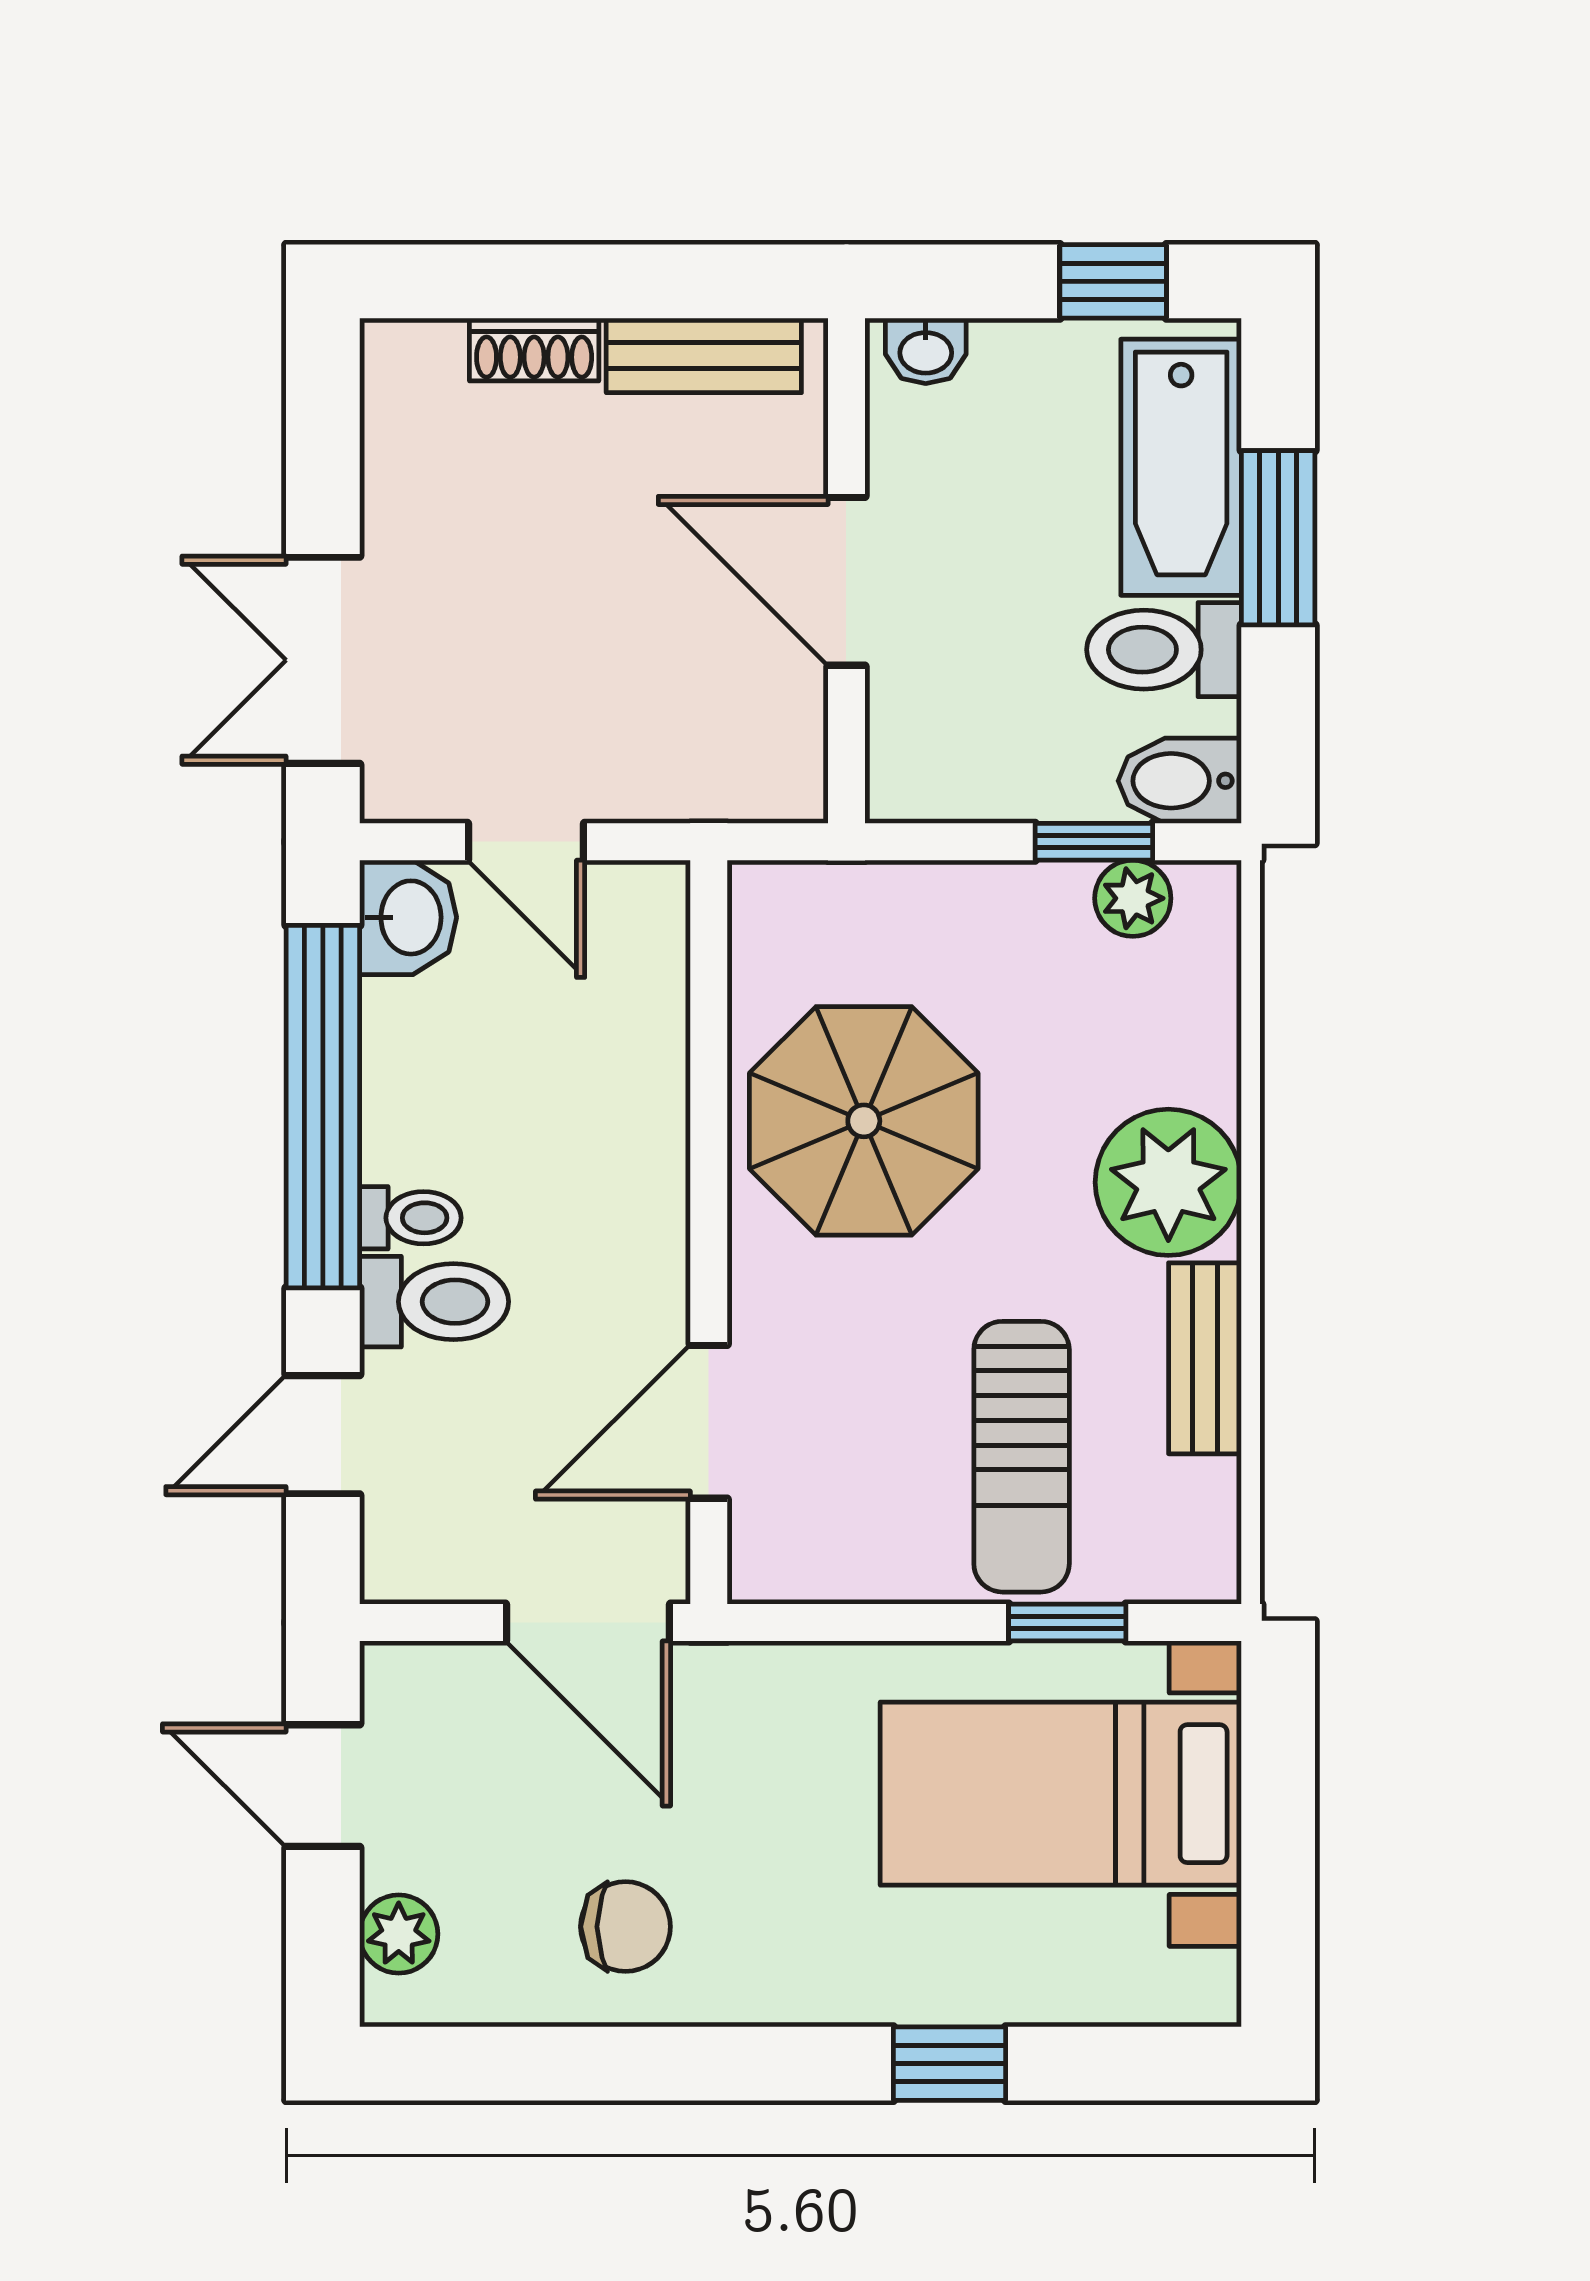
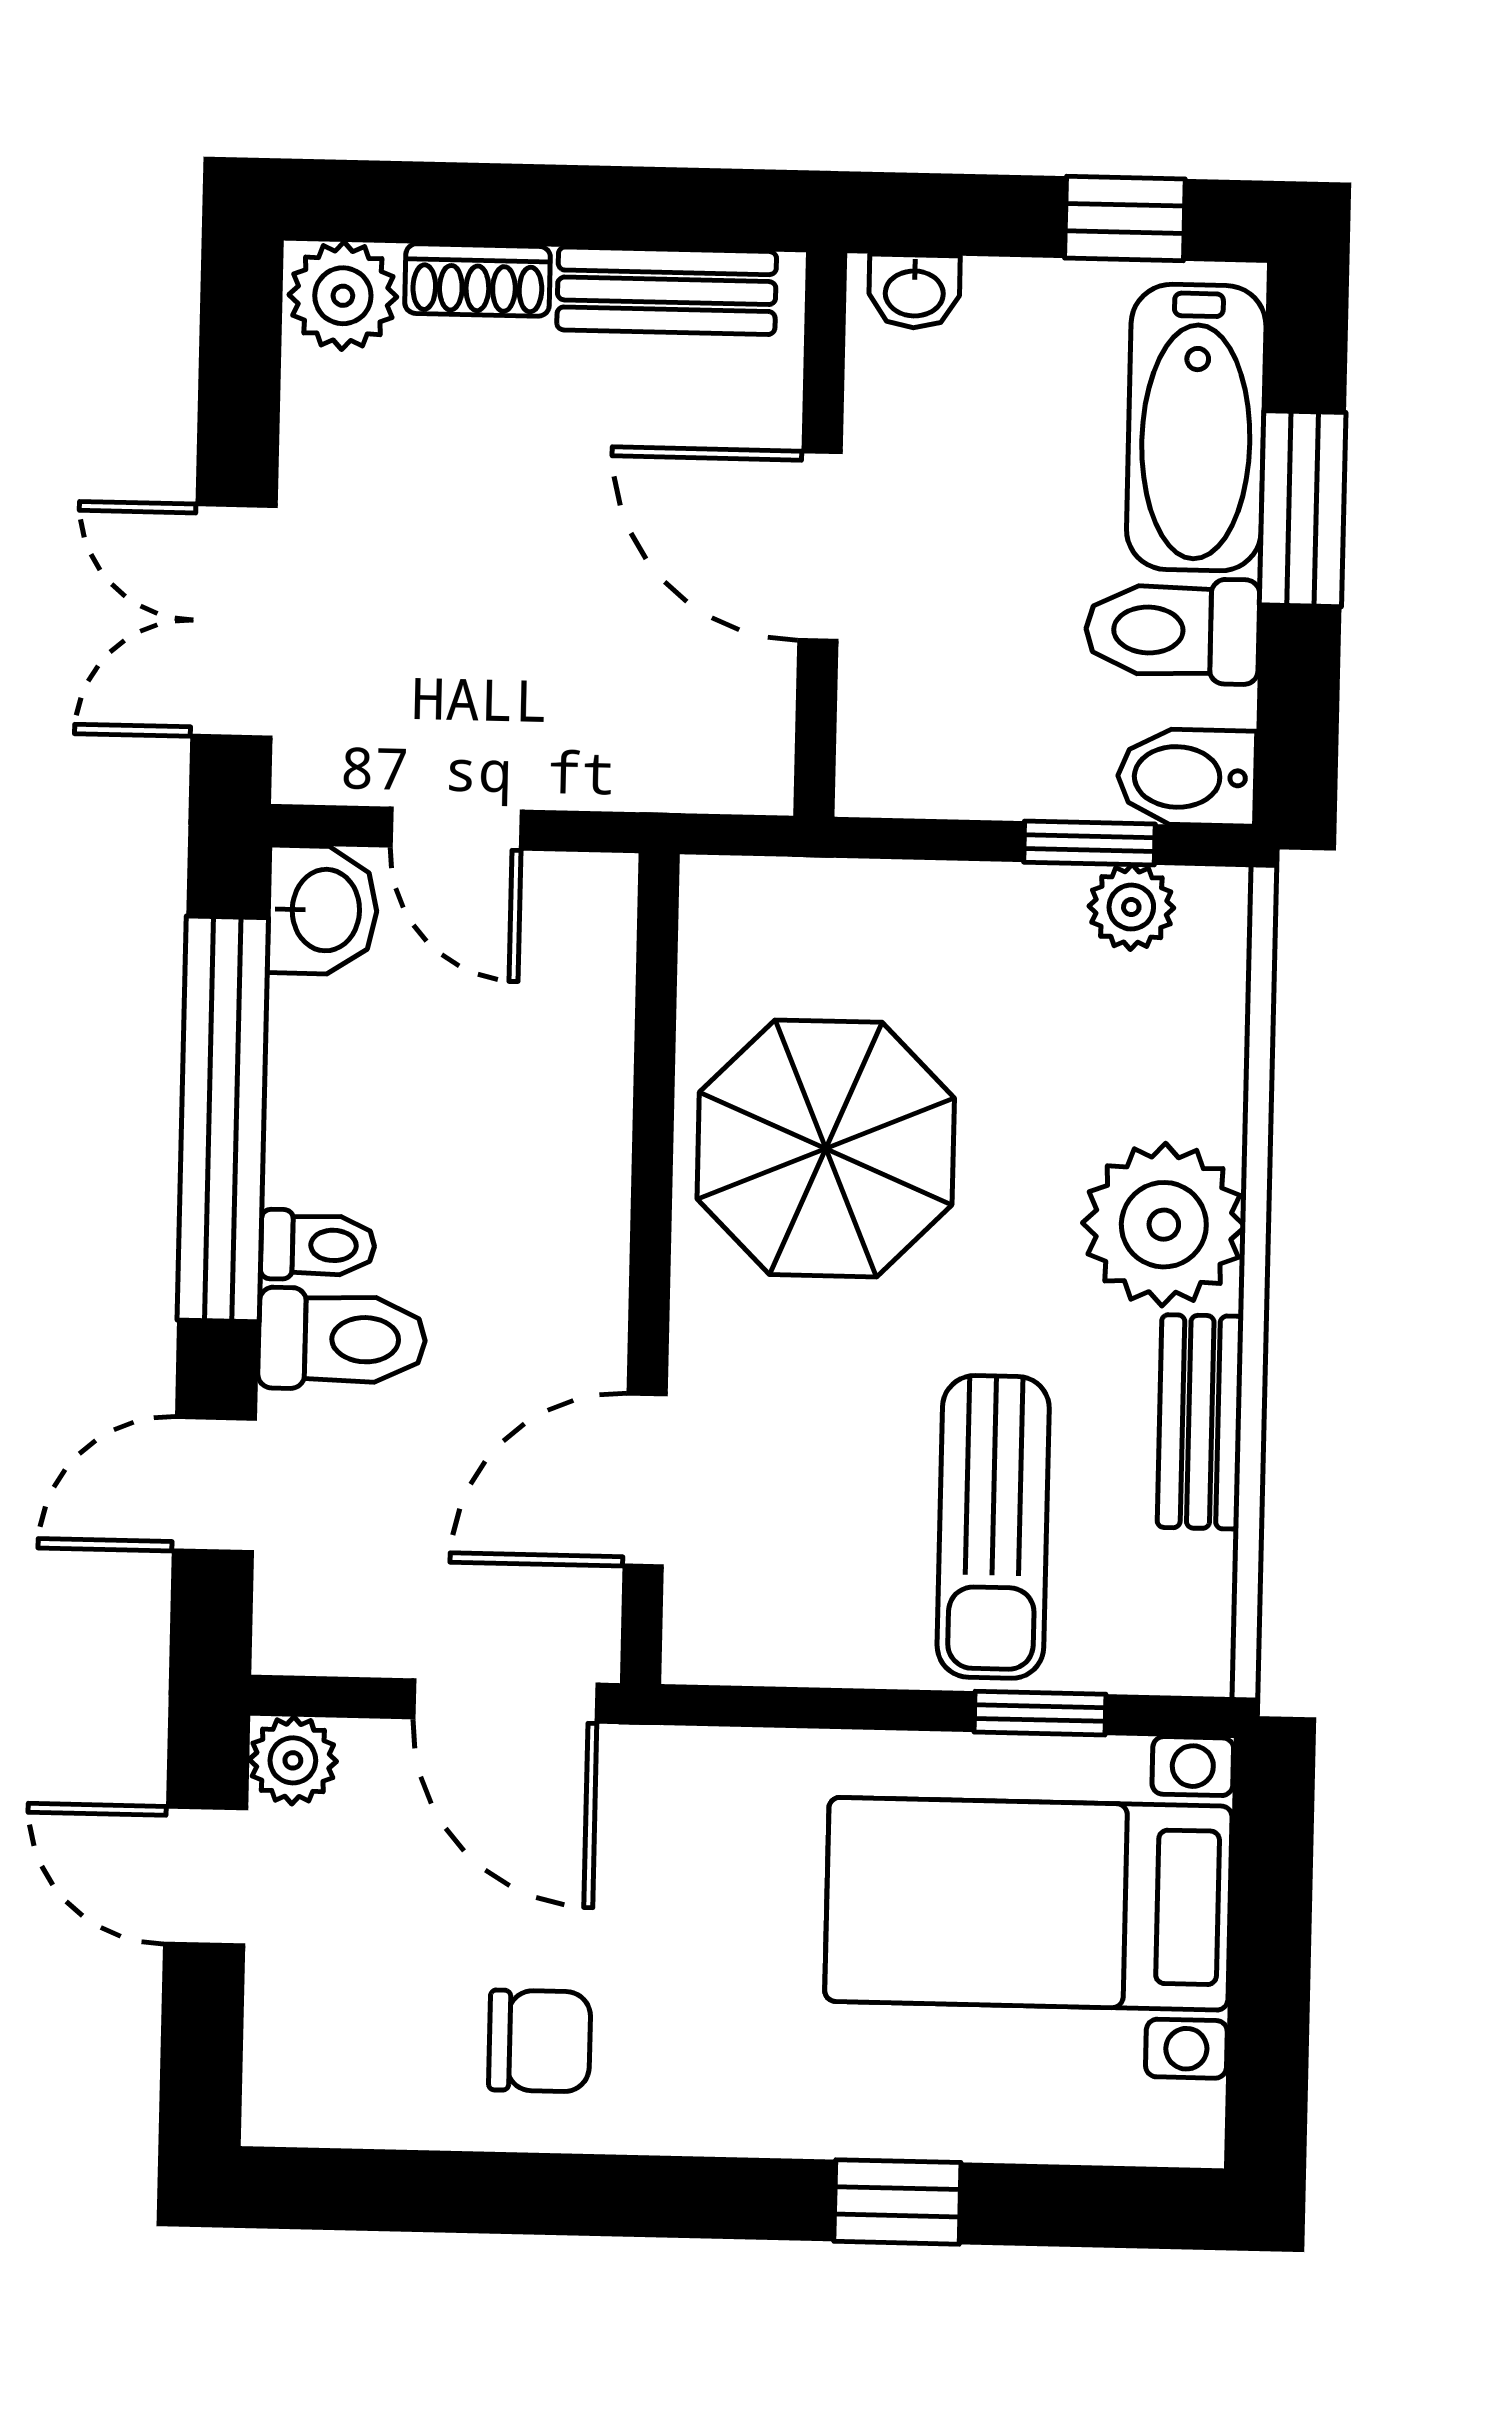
plant: (414, 366) -> (343, 296), added
plant: (399, 1934) -> (293, 1760), moved

